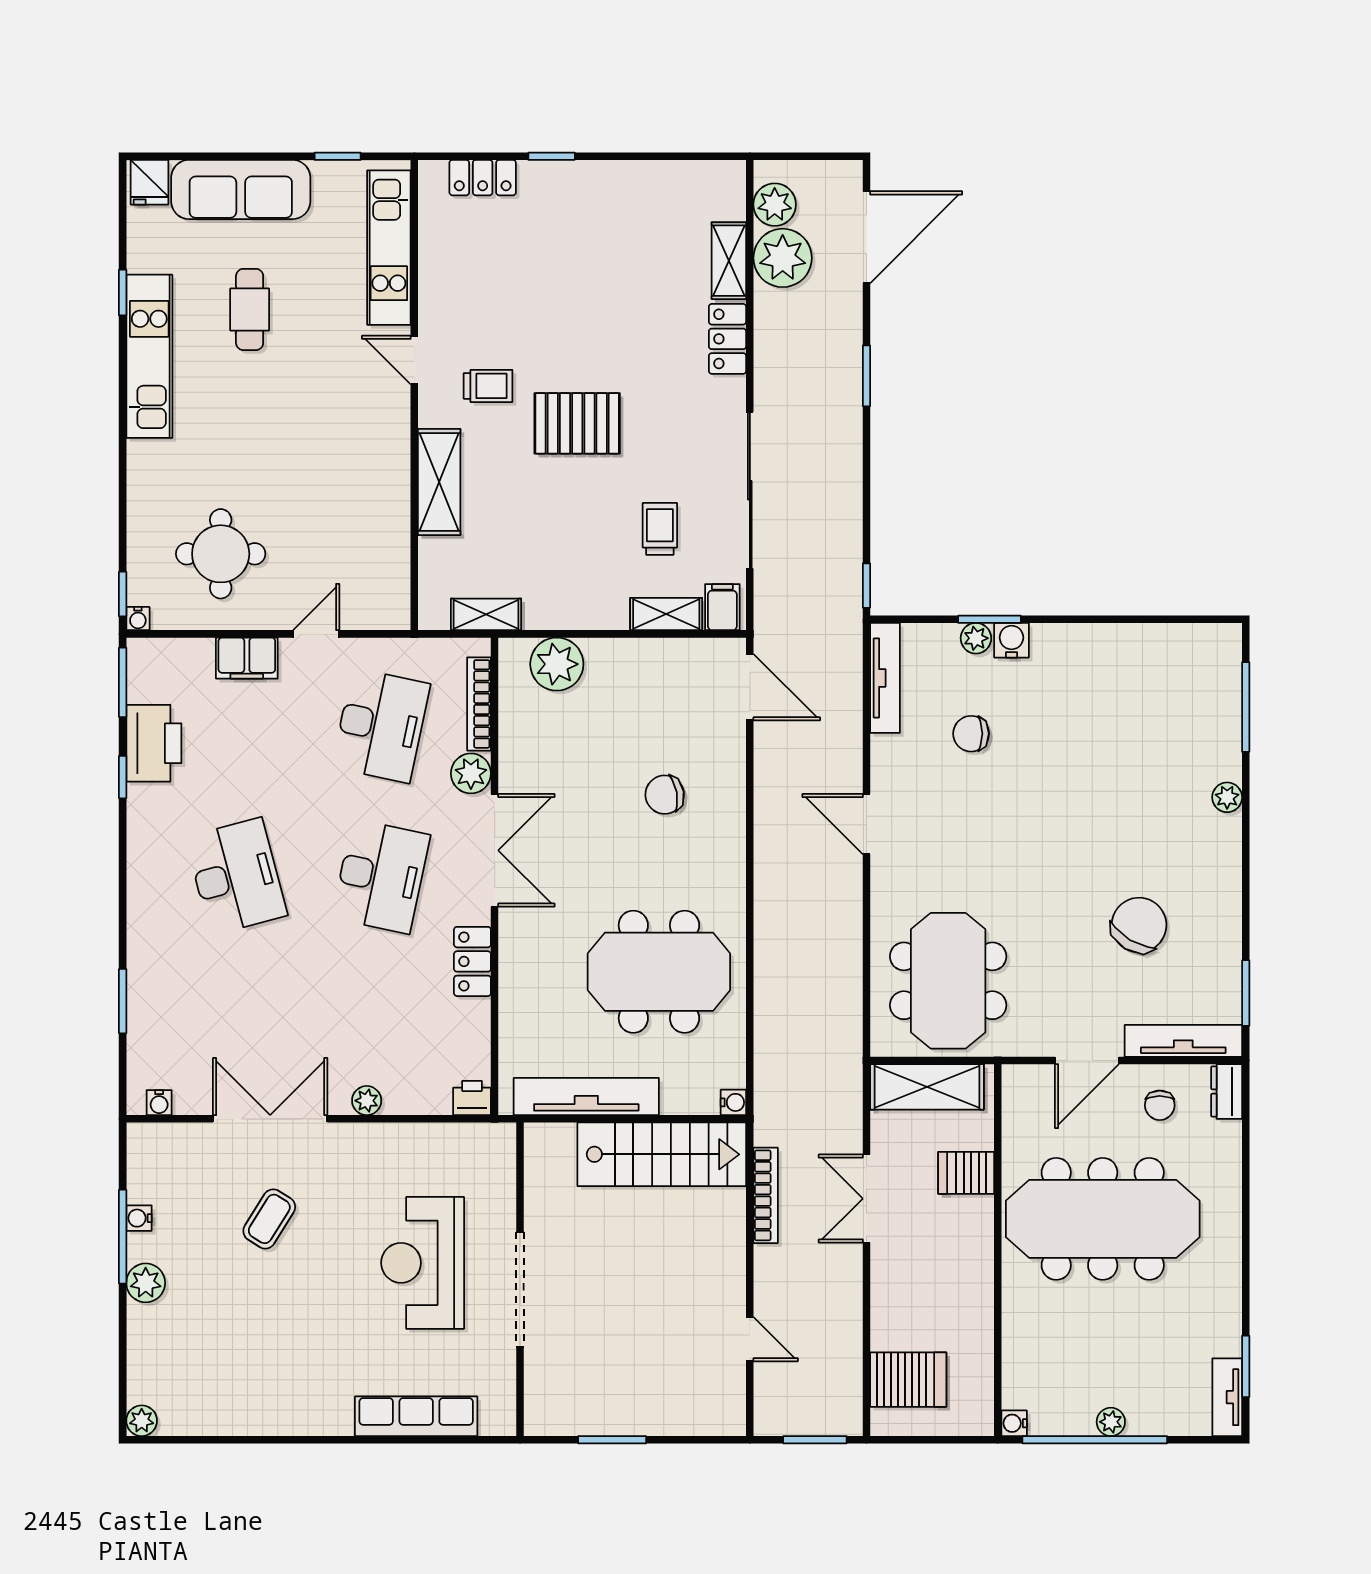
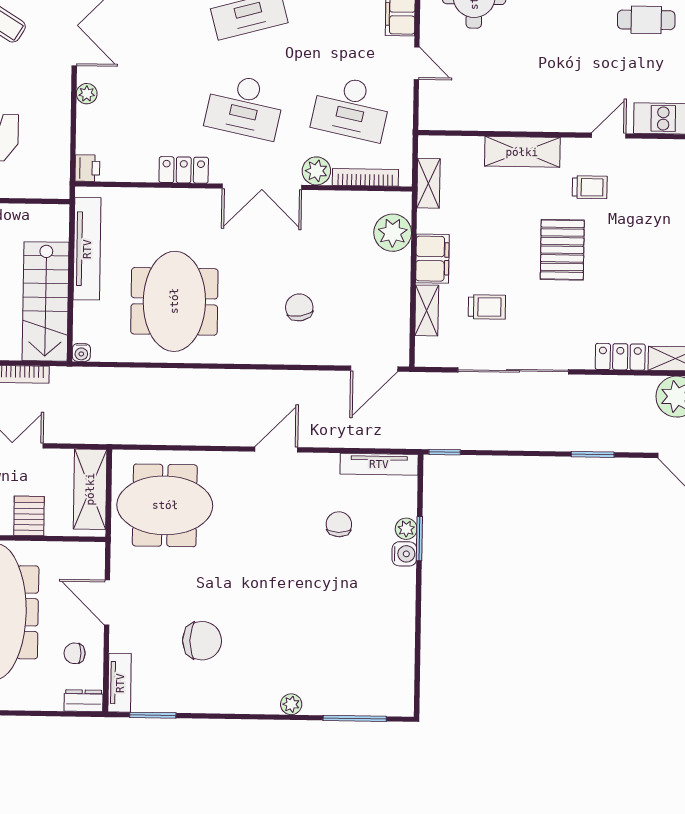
trolley: (488, 386) -> (590, 187), turned -90
filing cabinet: (722, 607) -> (432, 259), moved, width x2.00
chair: (1139, 925) -> (202, 641), turned -31
tv unit: (1183, 1041) -> (120, 683), width x0.71

